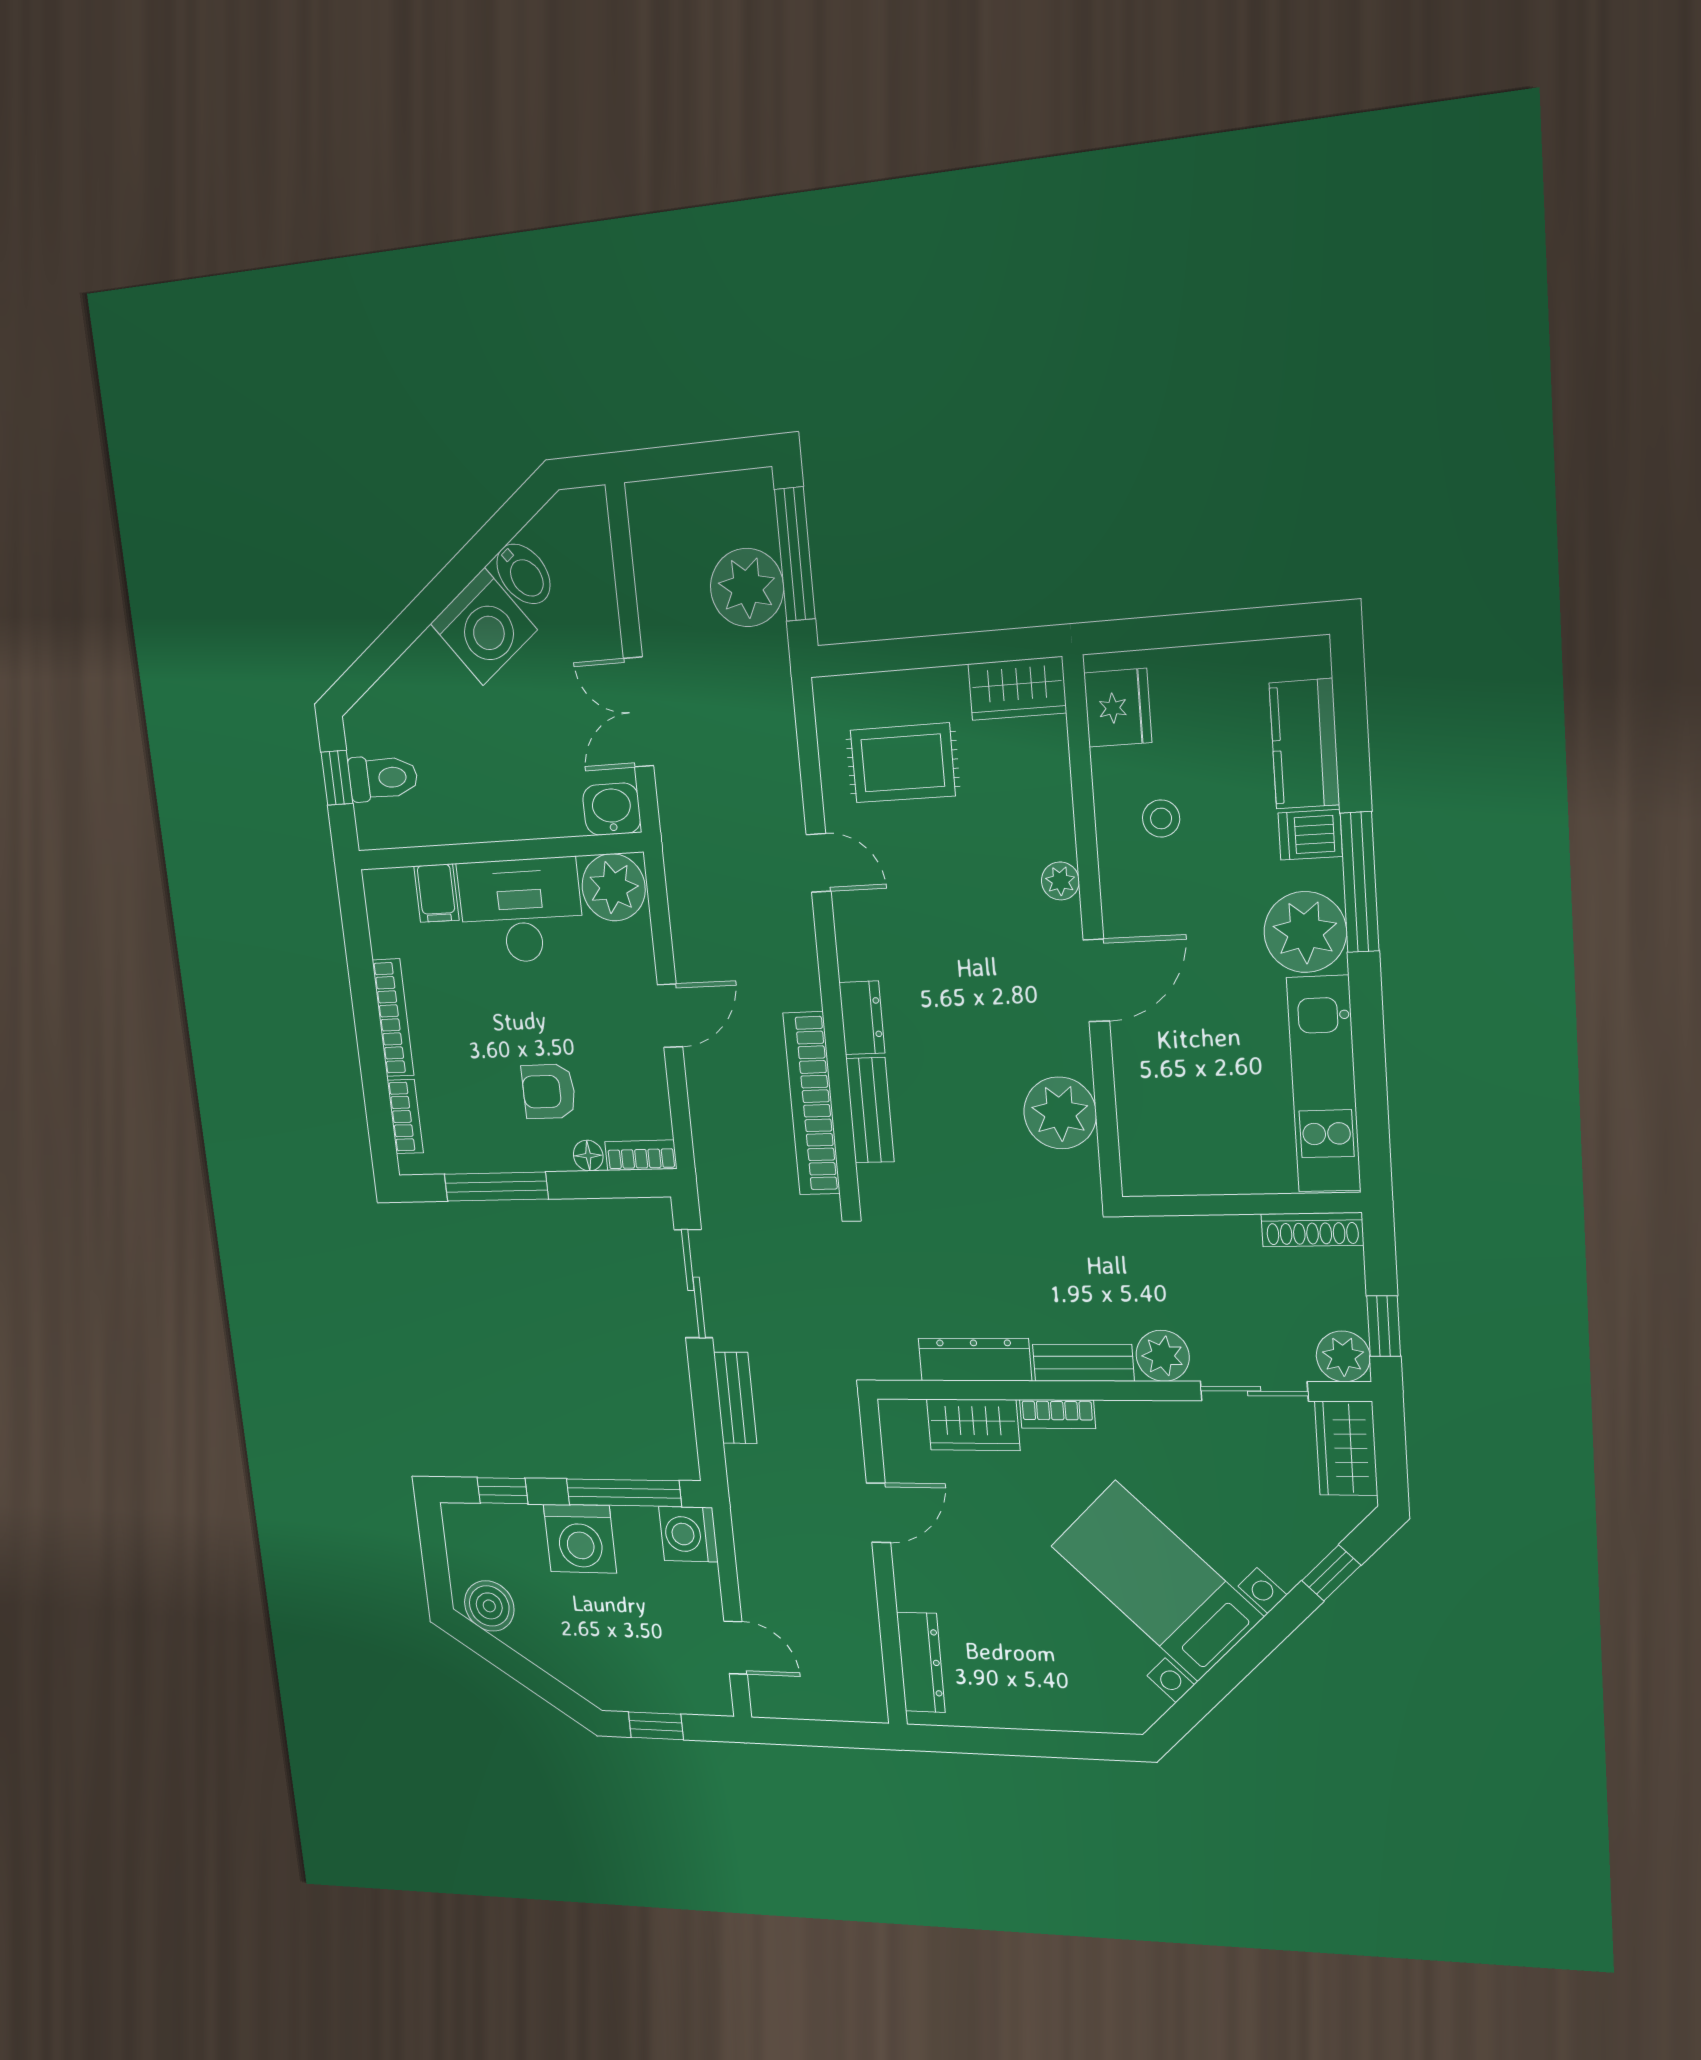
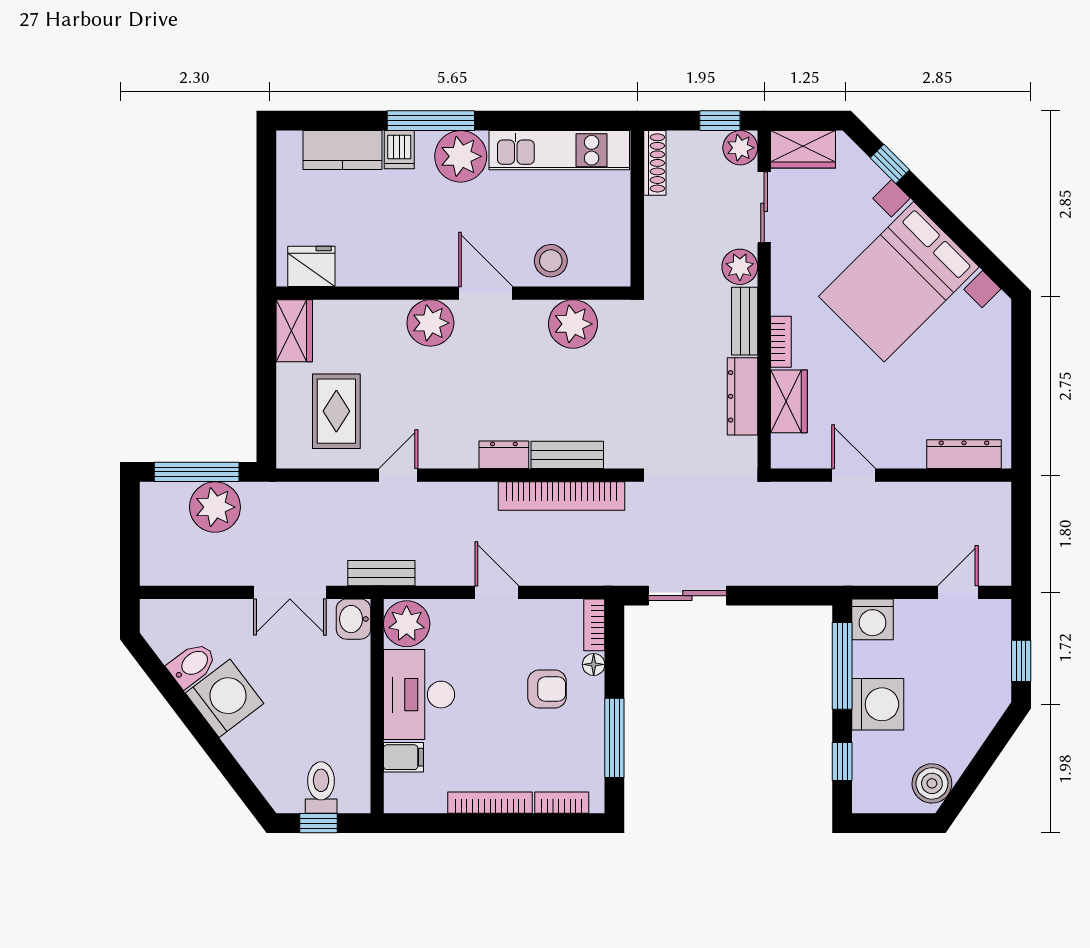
stool: (1161, 818) -> (551, 261), moved, width x1.37, depth x1.37
plant: (1060, 881) -> (430, 323), width x1.87, depth x1.87
armchair: (549, 1091) -> (547, 689), turned -90
bench: (735, 1398) -> (381, 573), moved
bed with nightstands: (1157, 1581) -> (899, 282), width x1.36

